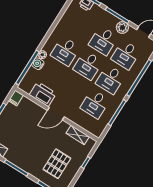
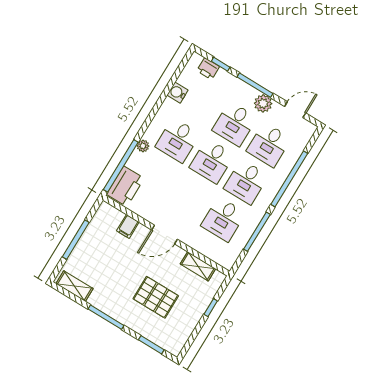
water cooler: (38, 64) -> (177, 93), moved
printer: (43, 94) -> (125, 186), moved, turned 90
filing cabinet: (16, 98) -> (128, 226), moved
pallet: (57, 164) -> (156, 297), moved, turned 90

